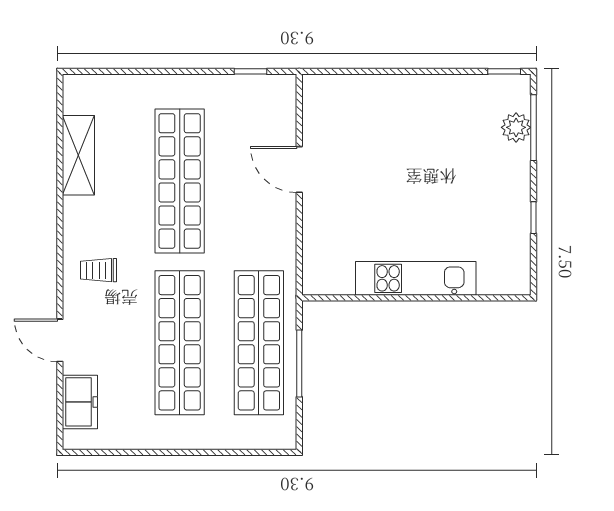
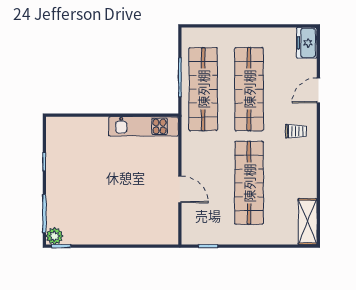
plant: (516, 127) -> (54, 236), moved
shelving: (78, 155) -> (308, 222), moved
kitchen unit: (416, 278) -> (144, 126), moved
door: (60, 340) -> (318, 91), swing flipped
freezer: (80, 402) -> (307, 43), moved

